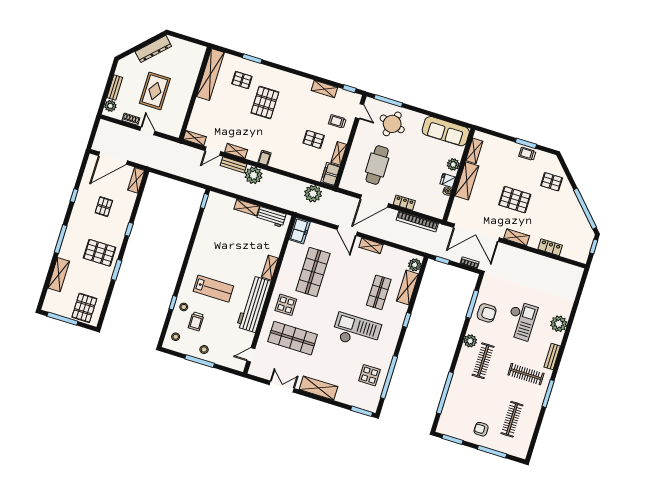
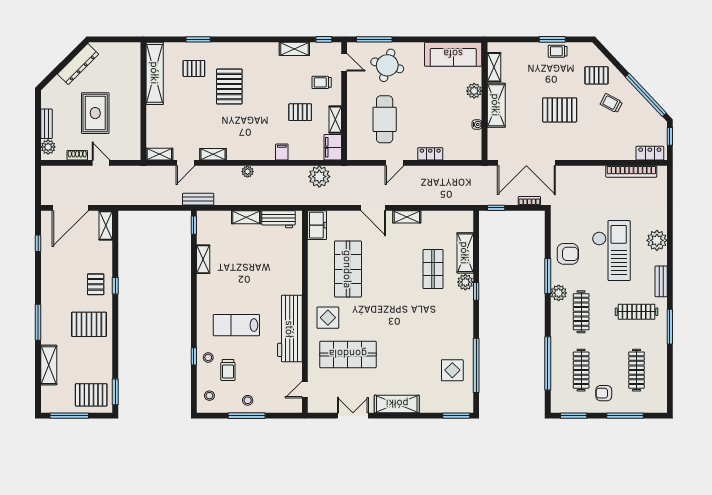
filing cabinet: (265, 158) -> (282, 152), moved
bench: (233, 165) -> (198, 199), moved
plant: (254, 175) -> (248, 172), width x0.53, depth x0.53
fridge: (448, 180) -> (474, 112), removed
window: (74, 196) -> (38, 243), moved
door: (374, 201) -> (395, 163), width x0.53
pallet: (104, 207) -> (96, 284), moved
trolley: (556, 207) -> (611, 103), added
bookcase: (417, 222) -> (631, 171), moved
shelving: (517, 237) -> (576, 154), removed
locker: (550, 247) -> (650, 153), moved
plant: (415, 265) -> (465, 282), moved
shelving: (270, 268) -> (203, 259), moved
window: (117, 270) -> (115, 392), moved
lab bench: (213, 289) -> (236, 325), turned 180
window: (472, 304) -> (548, 276), moved
pallet: (84, 308) -> (91, 395), turned 90
checkout: (521, 321) -> (611, 251), width x1.36, depth x1.21
checkout: (356, 331) -> (421, 323), removed
clothes rail: (469, 406) -> (581, 370), added

